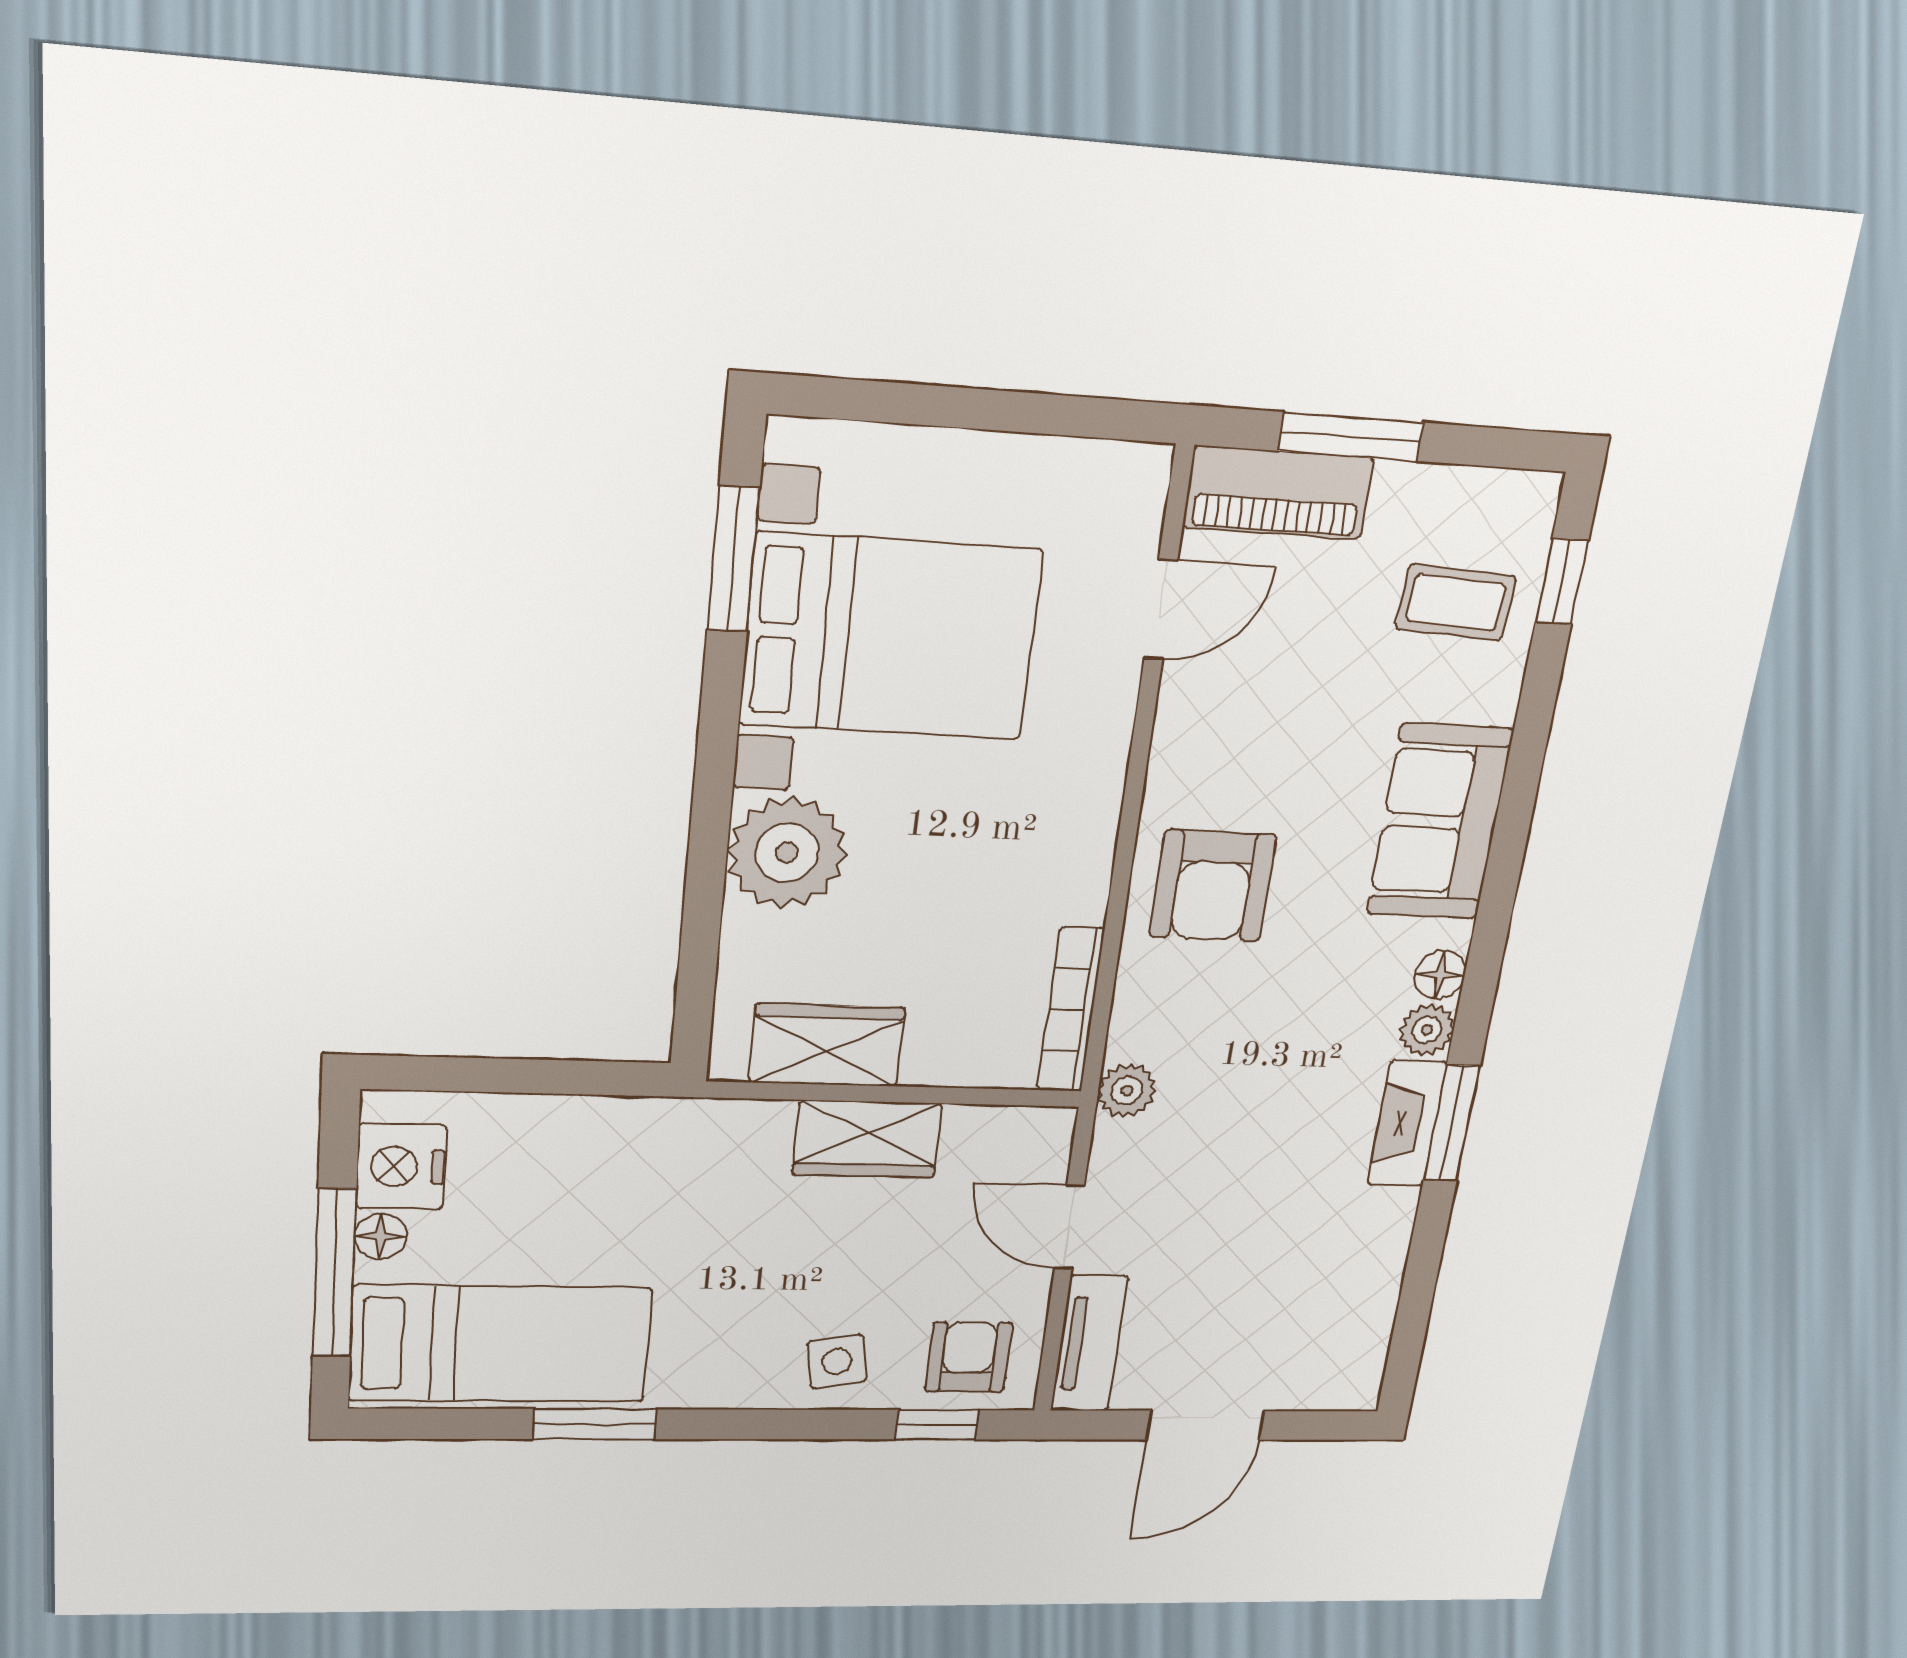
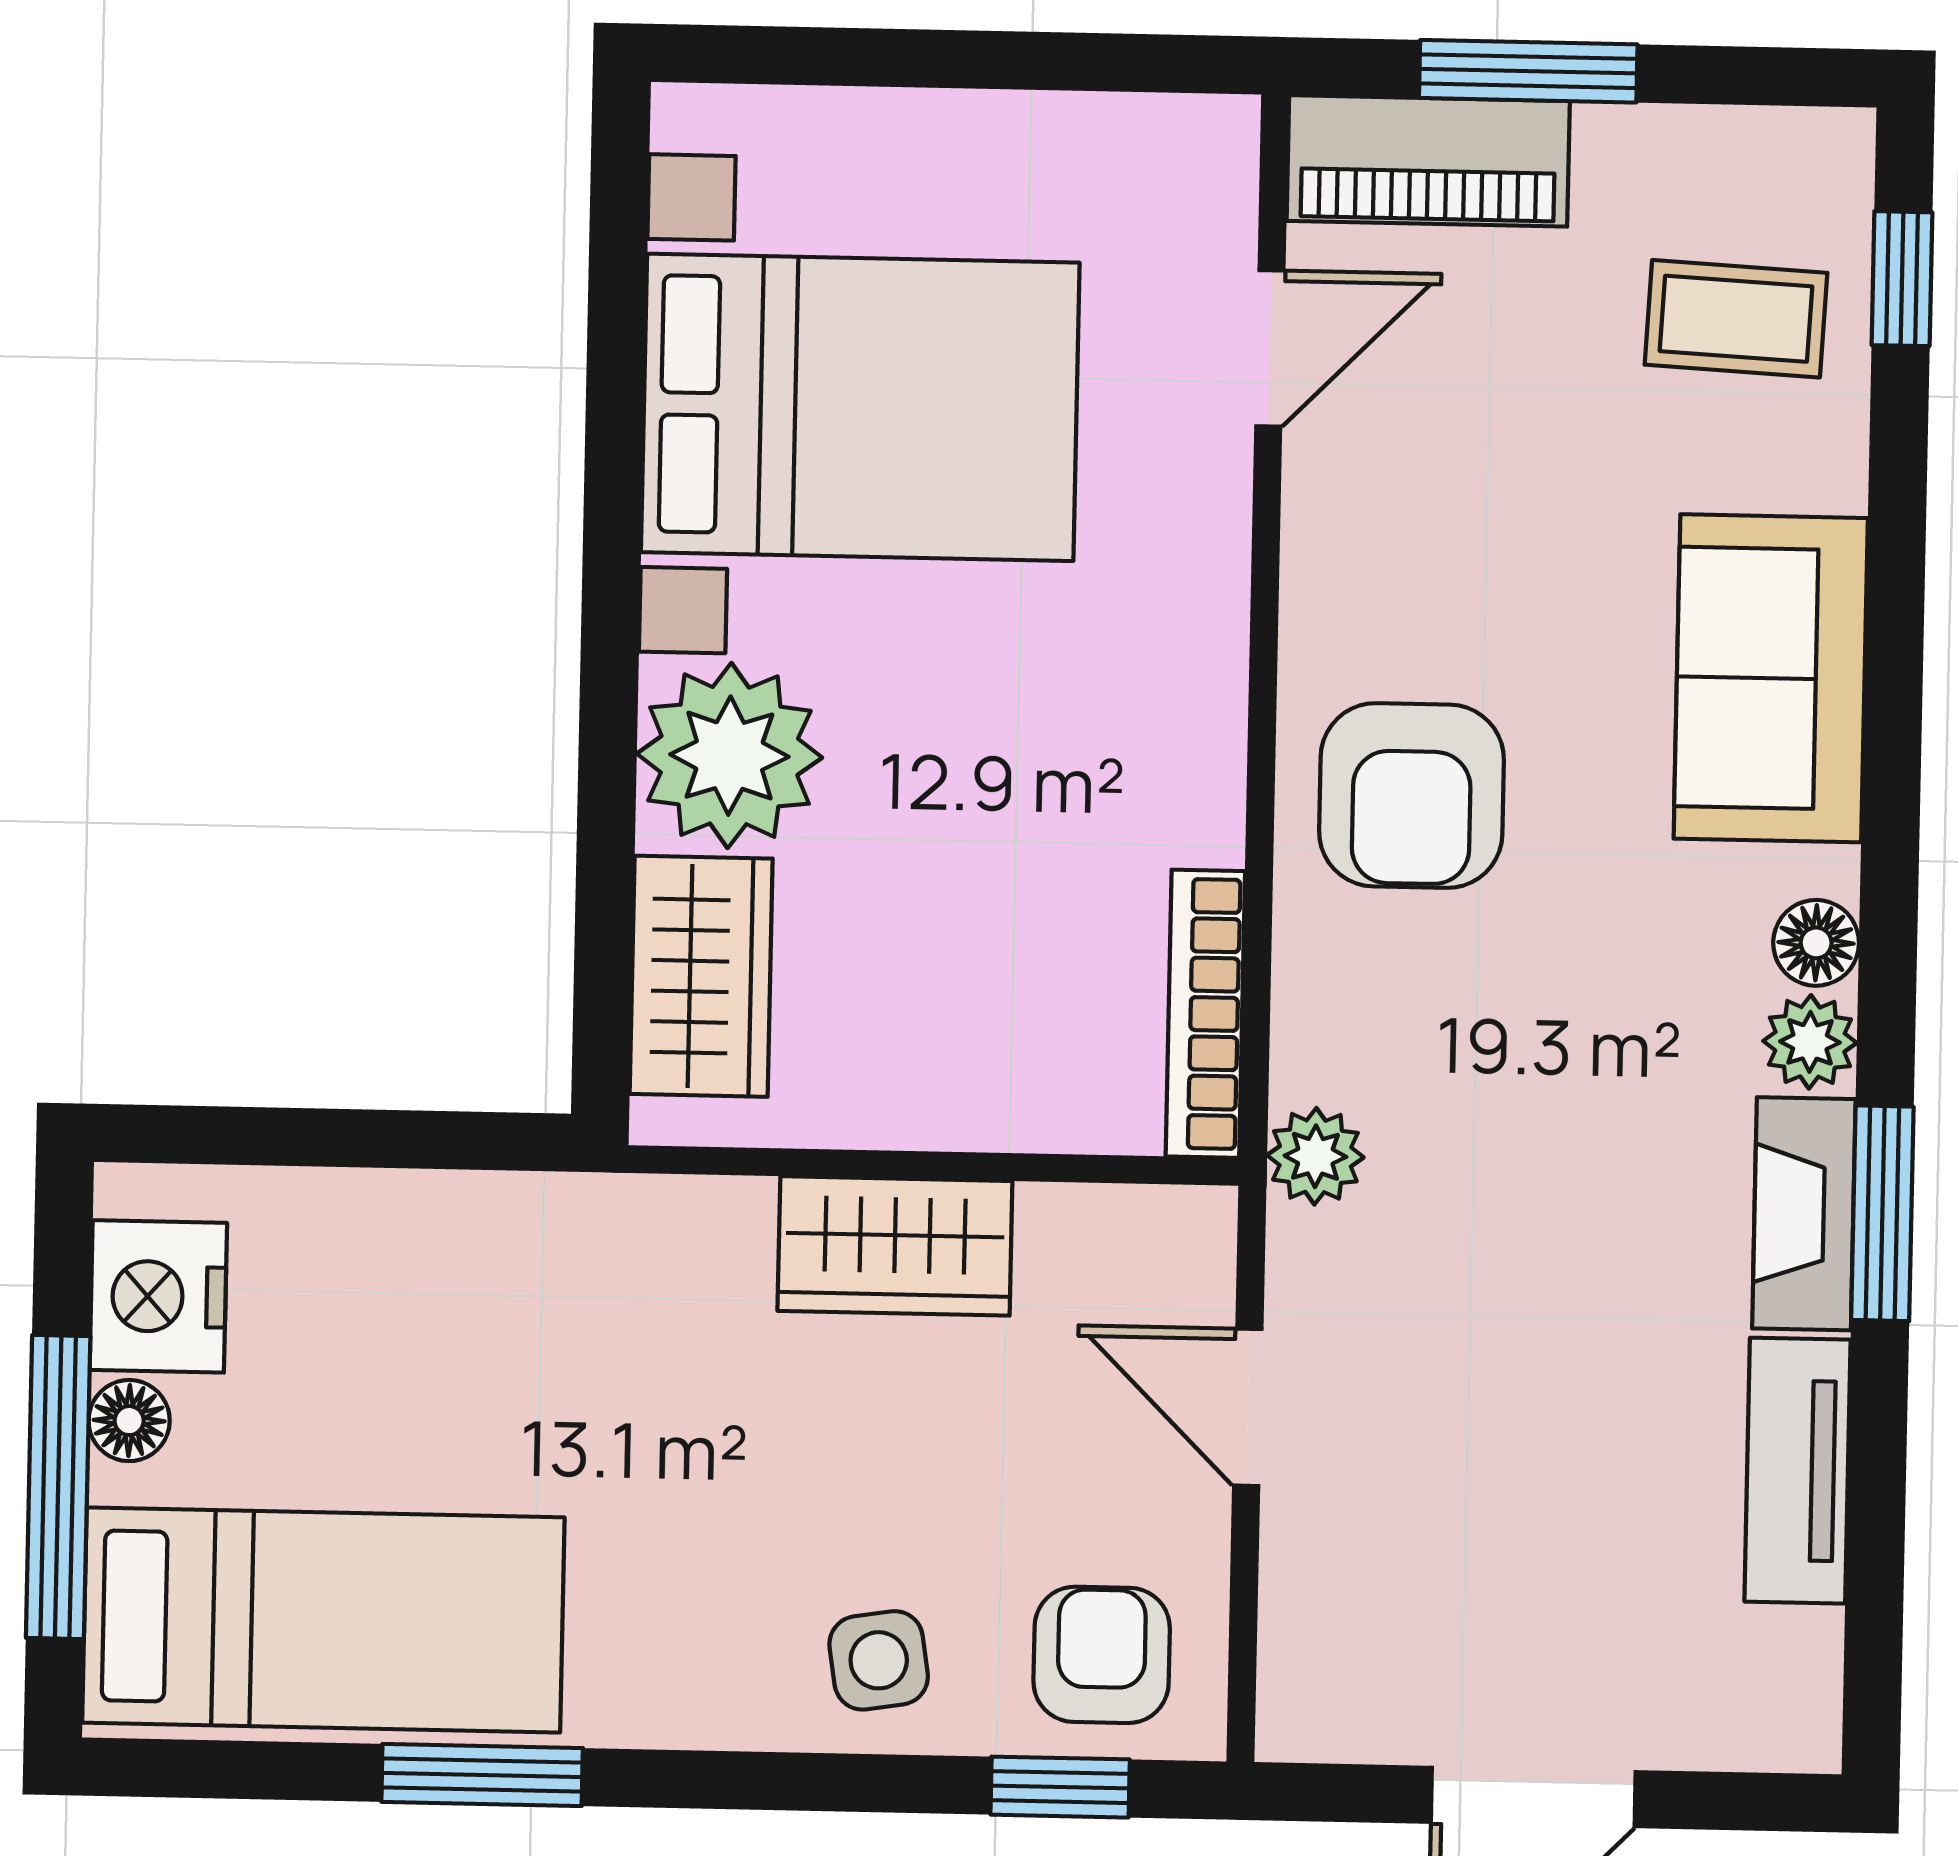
window: (733, 559) -> (617, 299), removed
wardrobe: (827, 1045) -> (701, 976), moved, turned 90
tv unit: (1089, 1344) -> (1798, 1471), moved, turned 180

